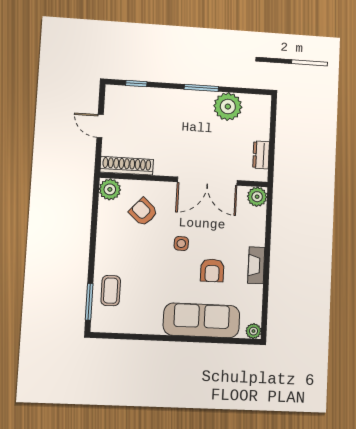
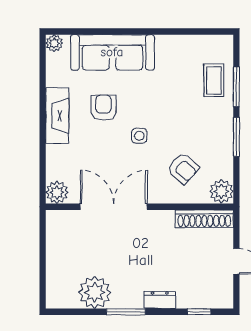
dresser: (261, 155) -> (160, 300), moved, turned -90
window: (93, 238) -> (236, 137), added
fireplace: (256, 265) -> (57, 116), width x1.37, depth x1.32
window: (89, 302) -> (236, 87), moved

